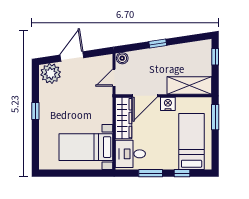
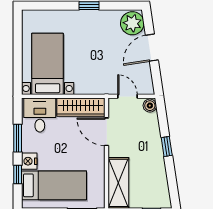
door: (72, 56) -> (152, 48), swing flipped
nightstand: (168, 104) -> (29, 161), moved, turned 180

